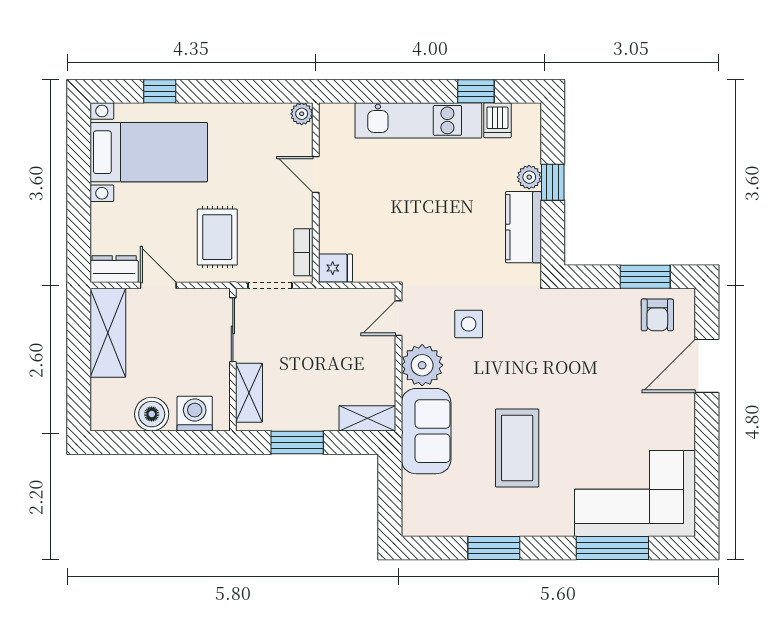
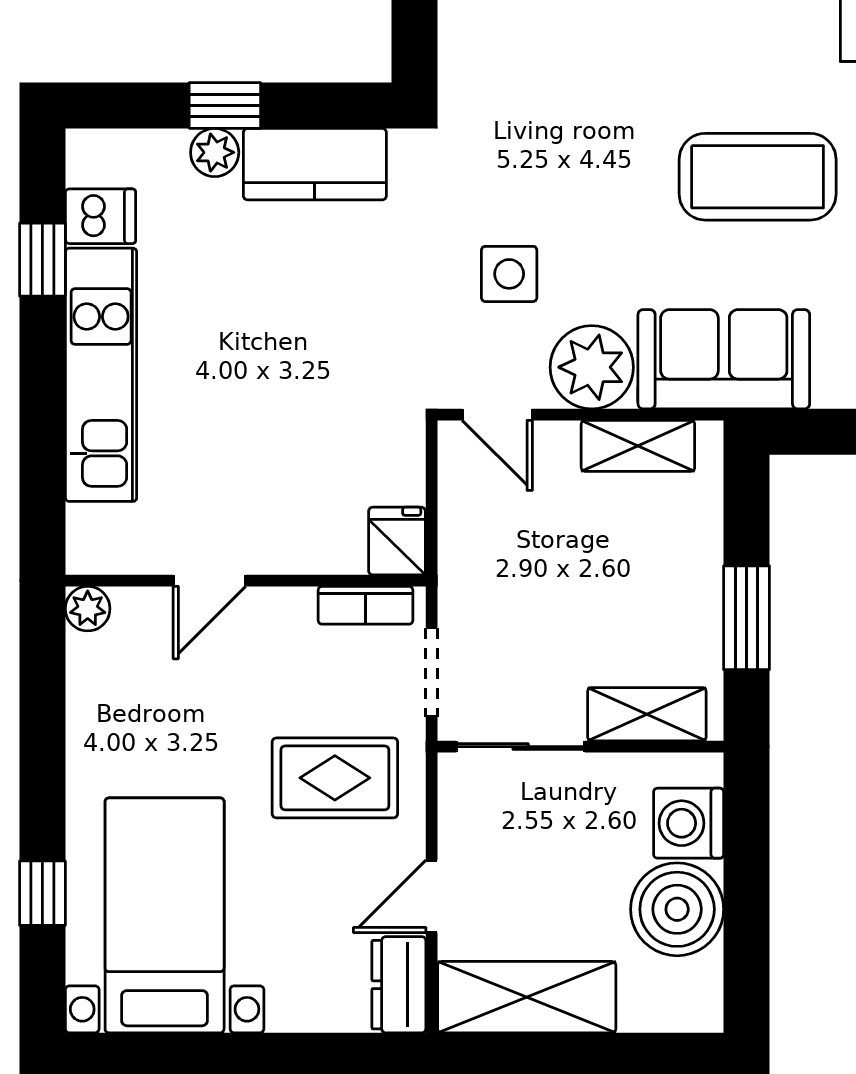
boiler: (152, 414) -> (677, 909), width x1.37, depth x1.37
shelving: (367, 418) -> (638, 446), moved, turned 90

